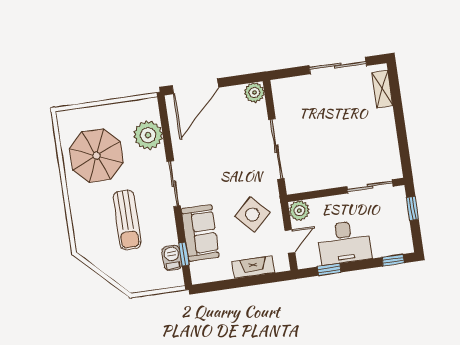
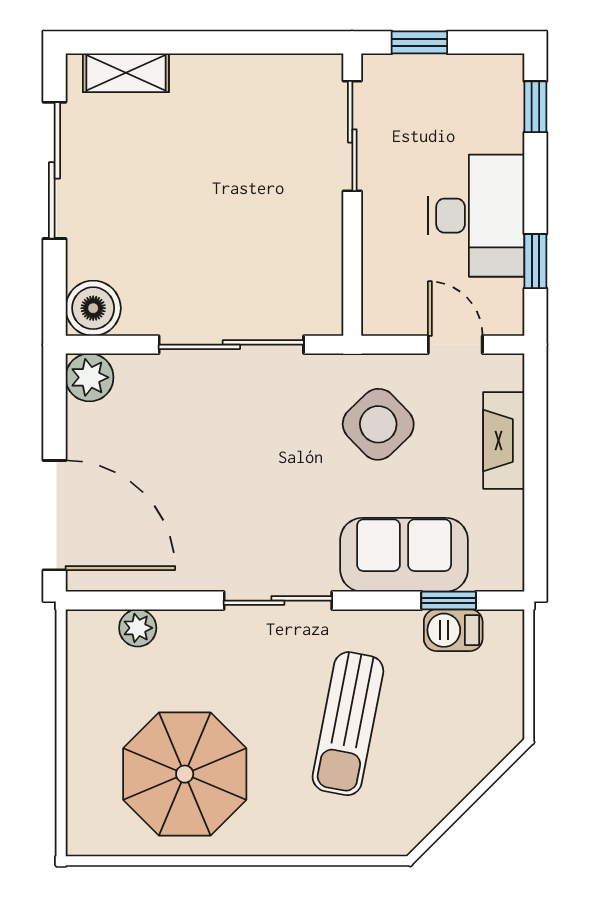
boiler: (283, 90) -> (93, 308), added
plant: (148, 135) -> (138, 628), width x0.53, depth x0.53
plant: (299, 211) -> (385, 312), removed
sun lounger: (127, 220) -> (348, 724), turned 101

